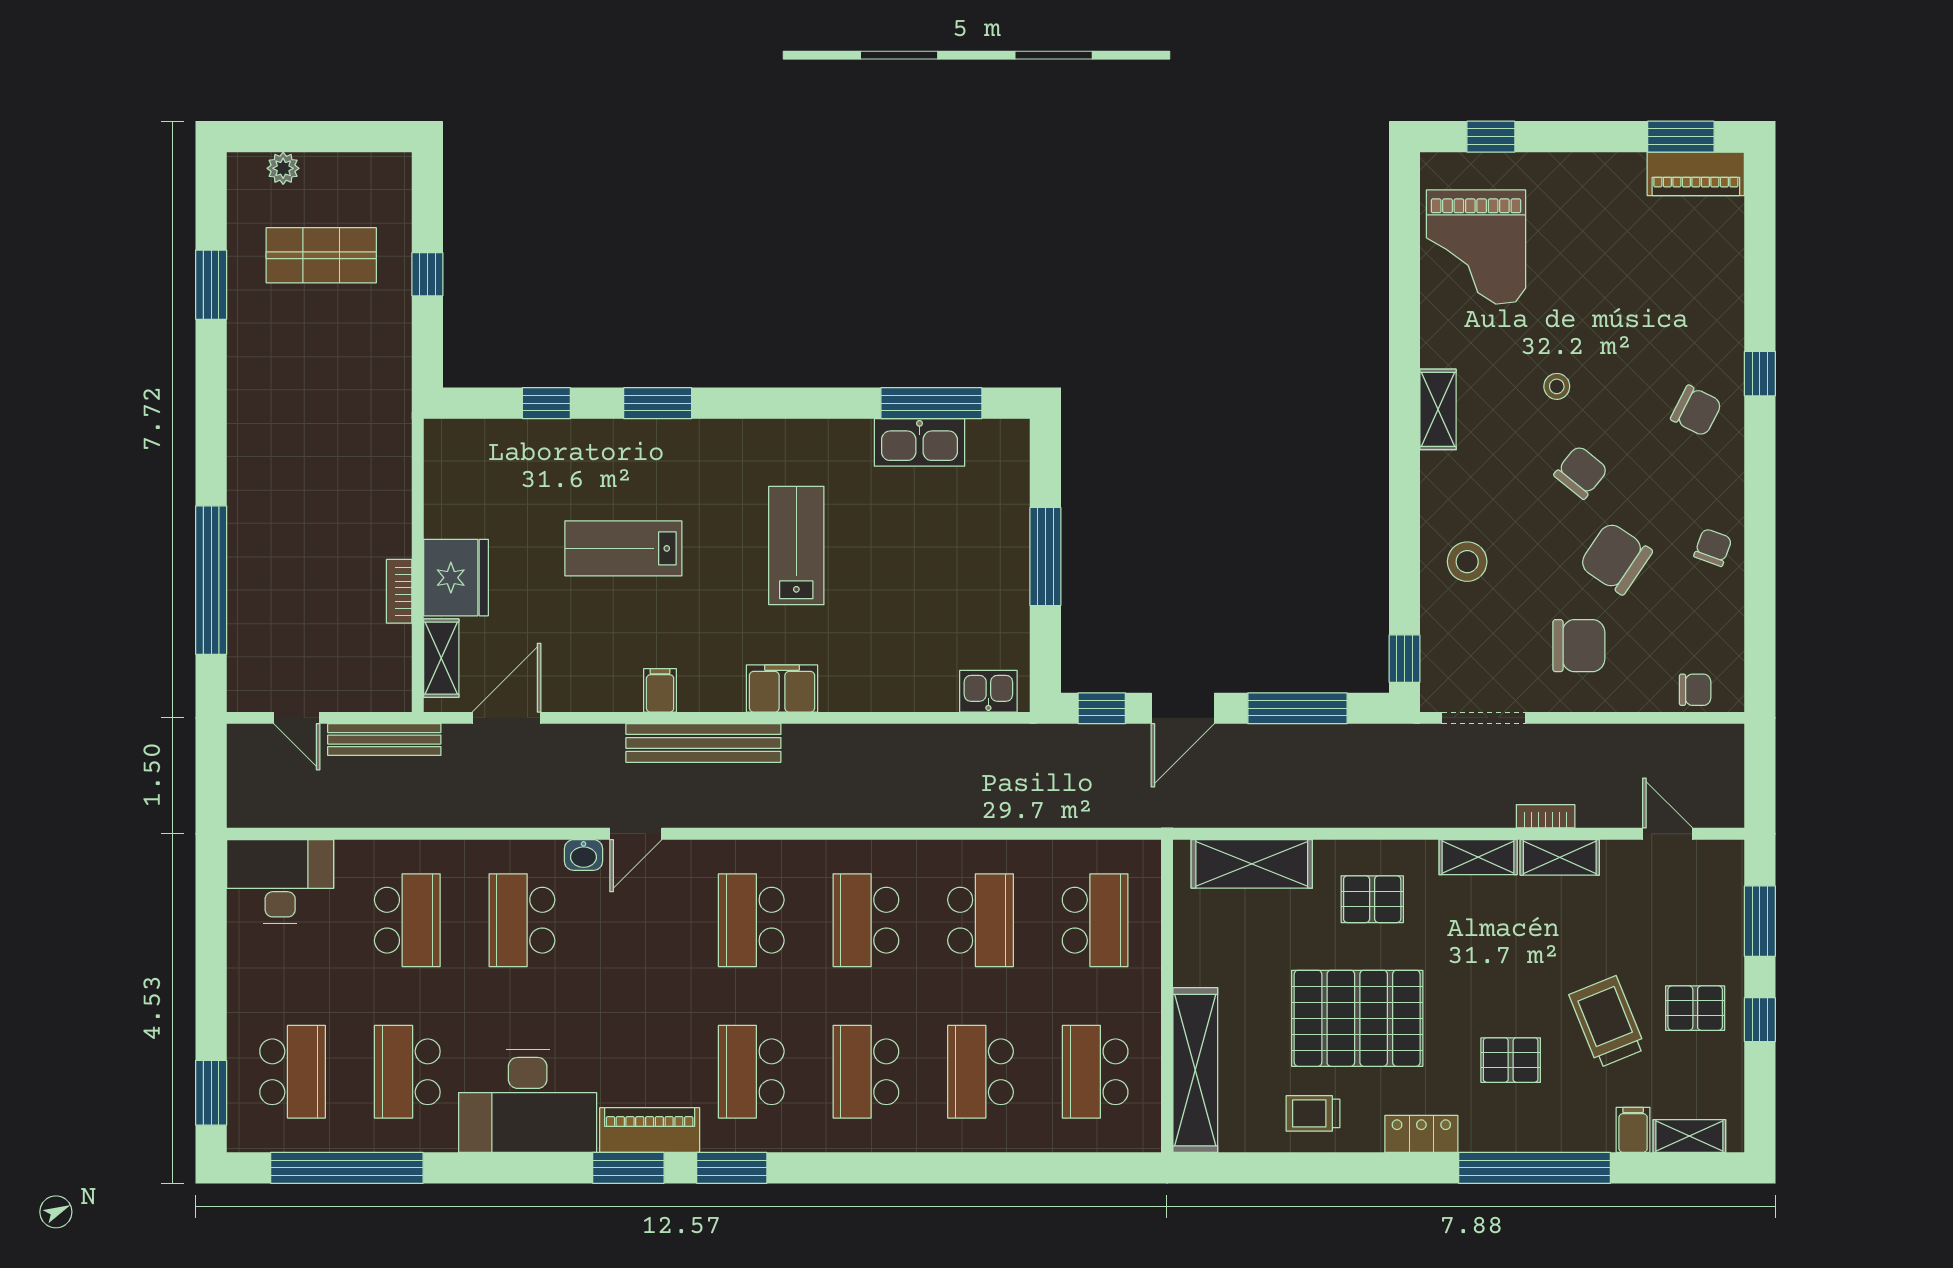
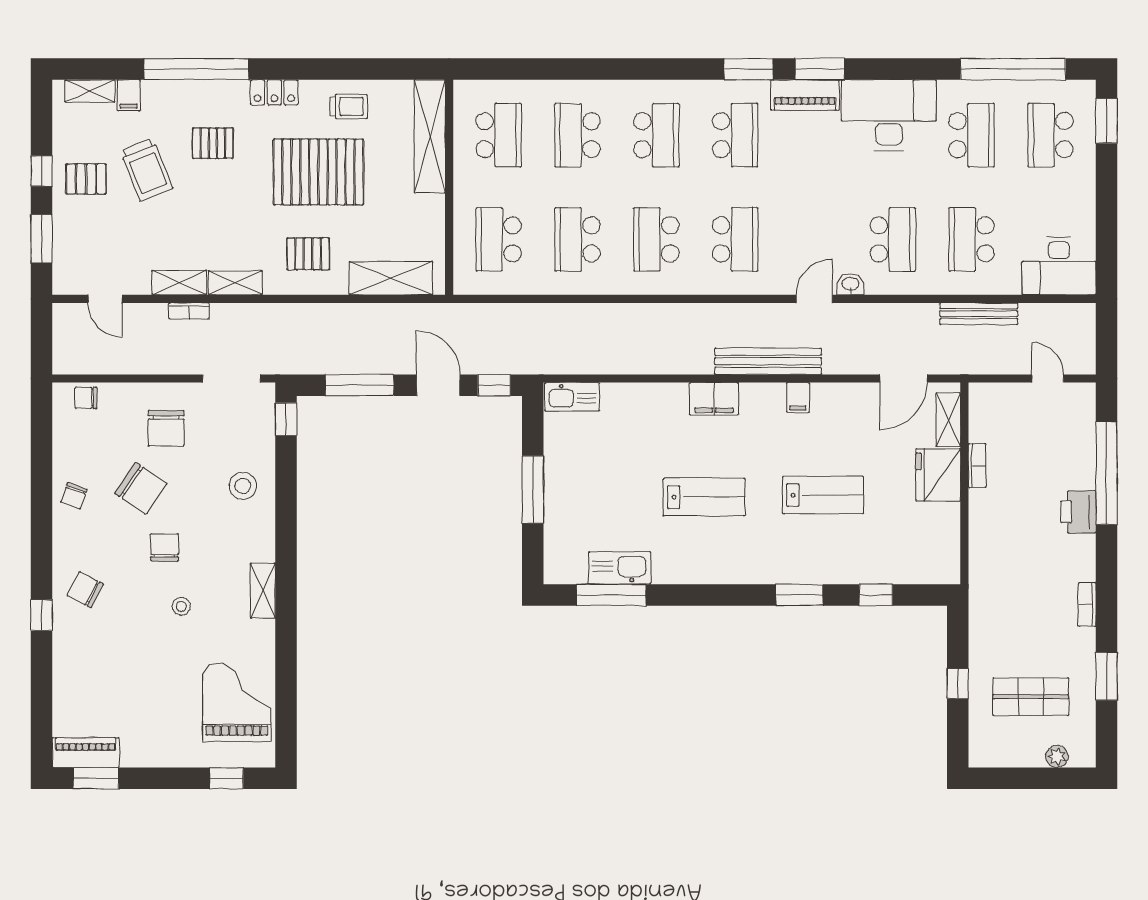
bookcase: (239, 389) -> (1087, 604), added
chair: (1581, 472) -> (165, 547), turned 141
printer: (252, 524) -> (1078, 512), added
lab bench: (796, 545) -> (704, 497), turned -90
chair: (1579, 646) -> (166, 428), turned -90
kitchen sink: (988, 691) -> (572, 397), width x1.38
door: (1183, 708) -> (438, 385), hinge flipped
bench: (384, 740) -> (979, 314), moved
school desk: (866, 920) -> (656, 239), turned 180
school desk: (981, 1072) -> (577, 135), turned 180

